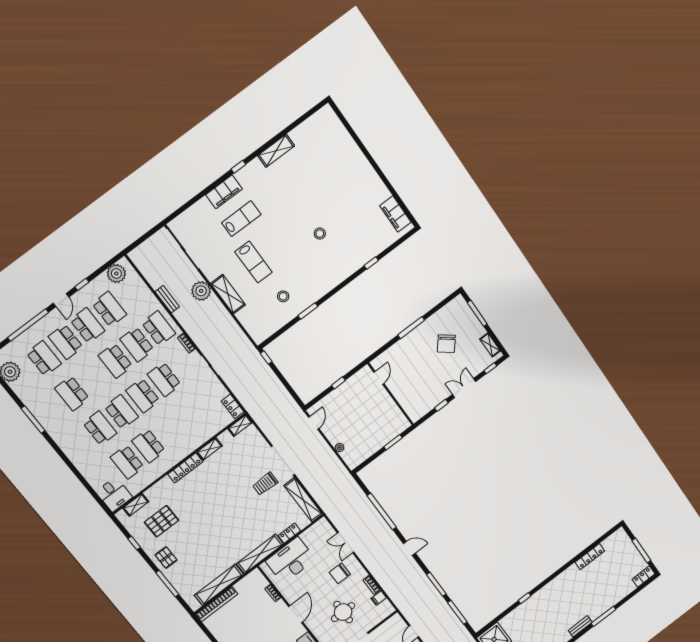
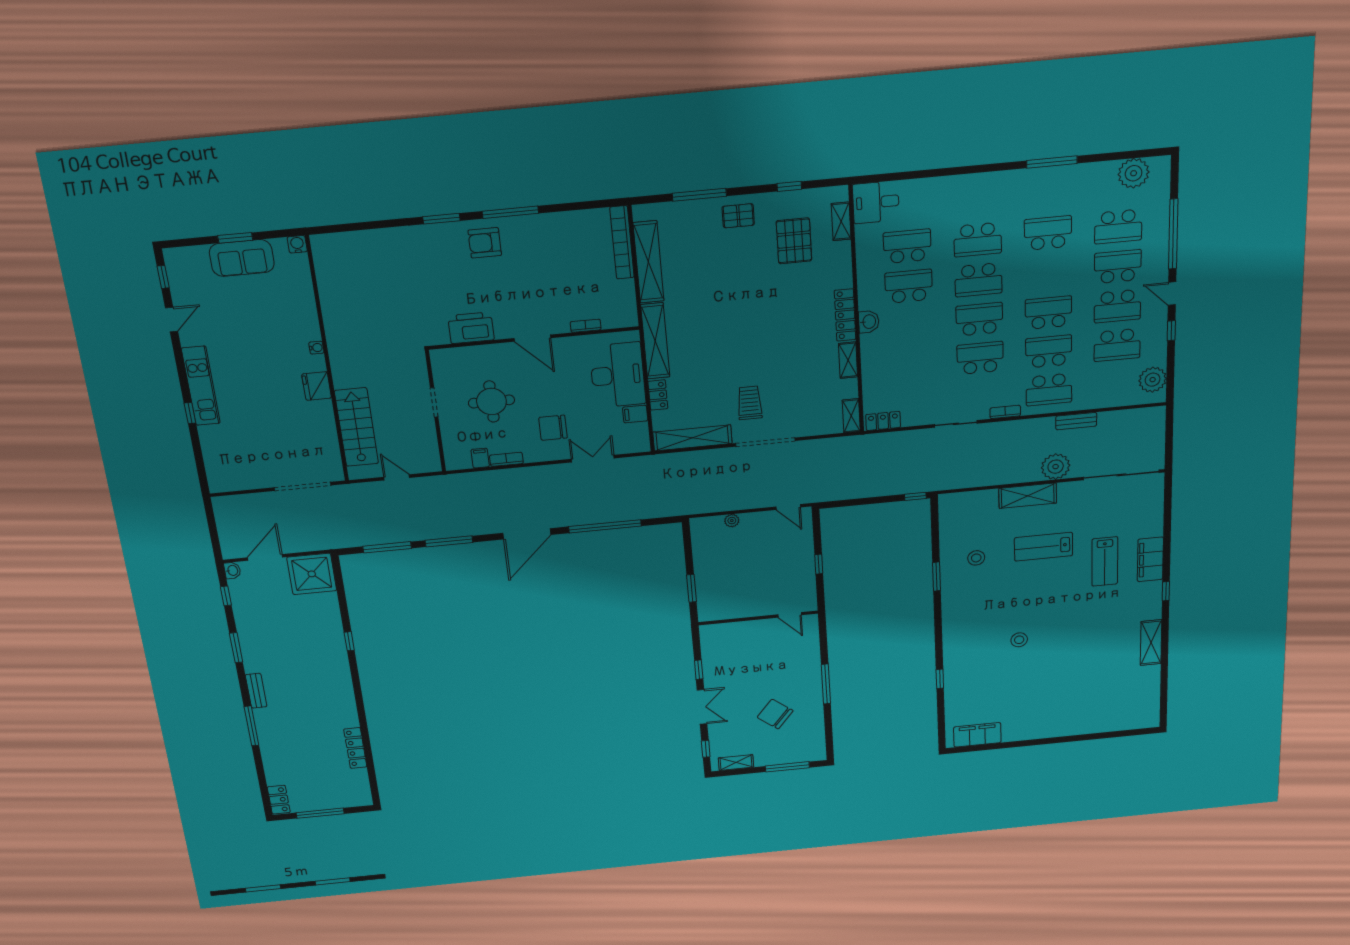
washbasin: (181, 453) -> (869, 322), added
filing cabinet: (307, 538) -> (635, 414), added
door: (409, 548) -> (527, 534), width x1.87
chair: (340, 573) -> (553, 428), turned -90

